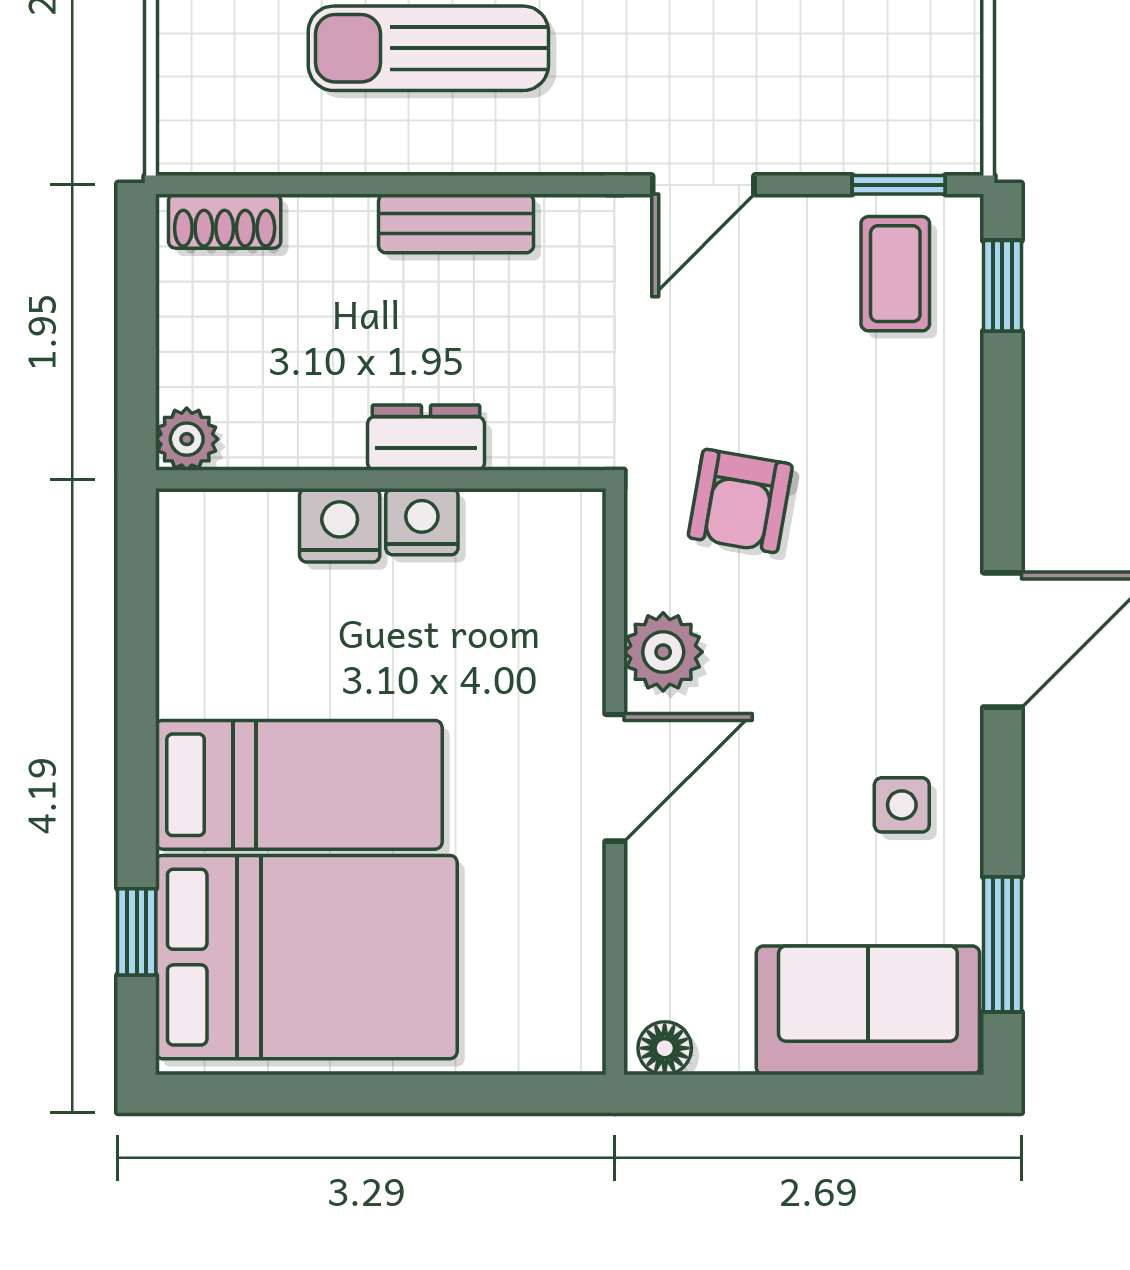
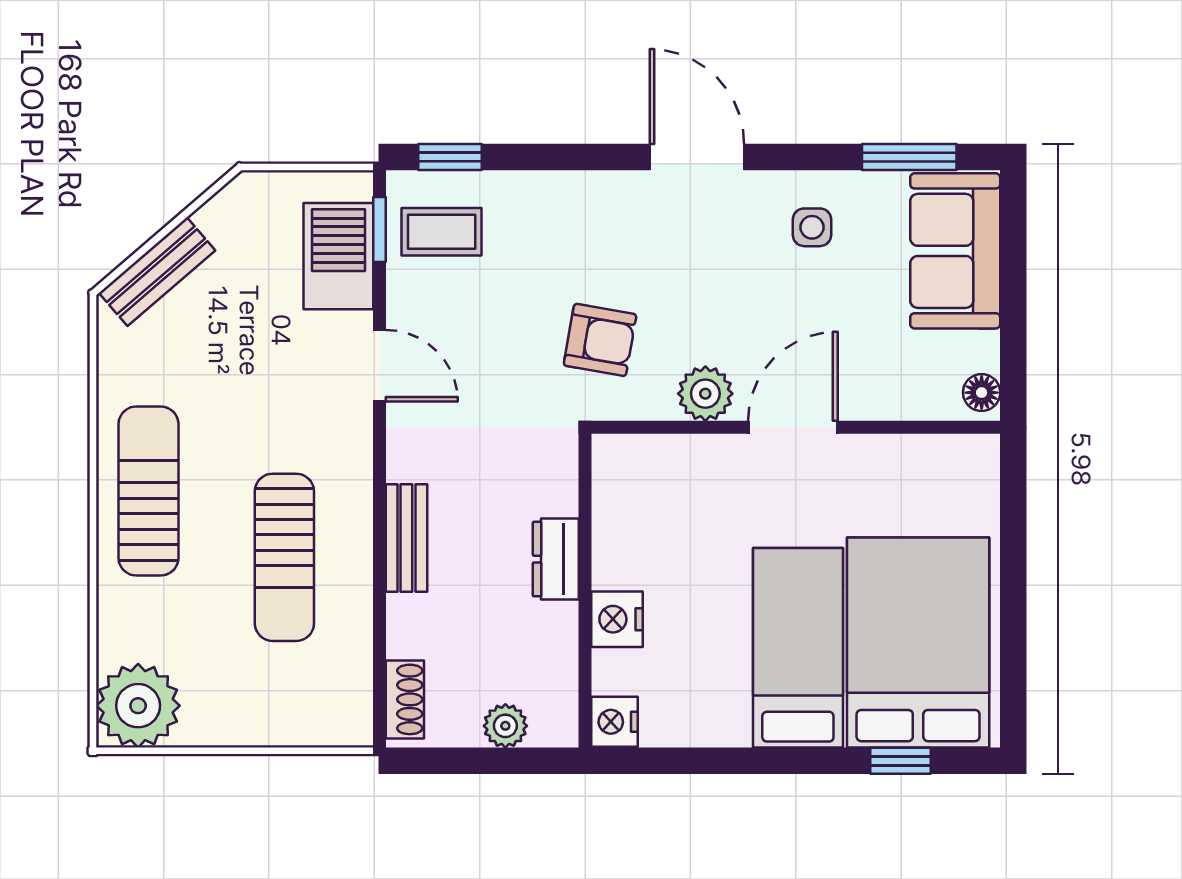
barbecue: (860, 126) -> (338, 256), added
plant: (187, 439) -> (505, 726), moved
nightstand: (422, 522) -> (614, 722), moved
door: (615, 778) -> (793, 427), hinge flipped

